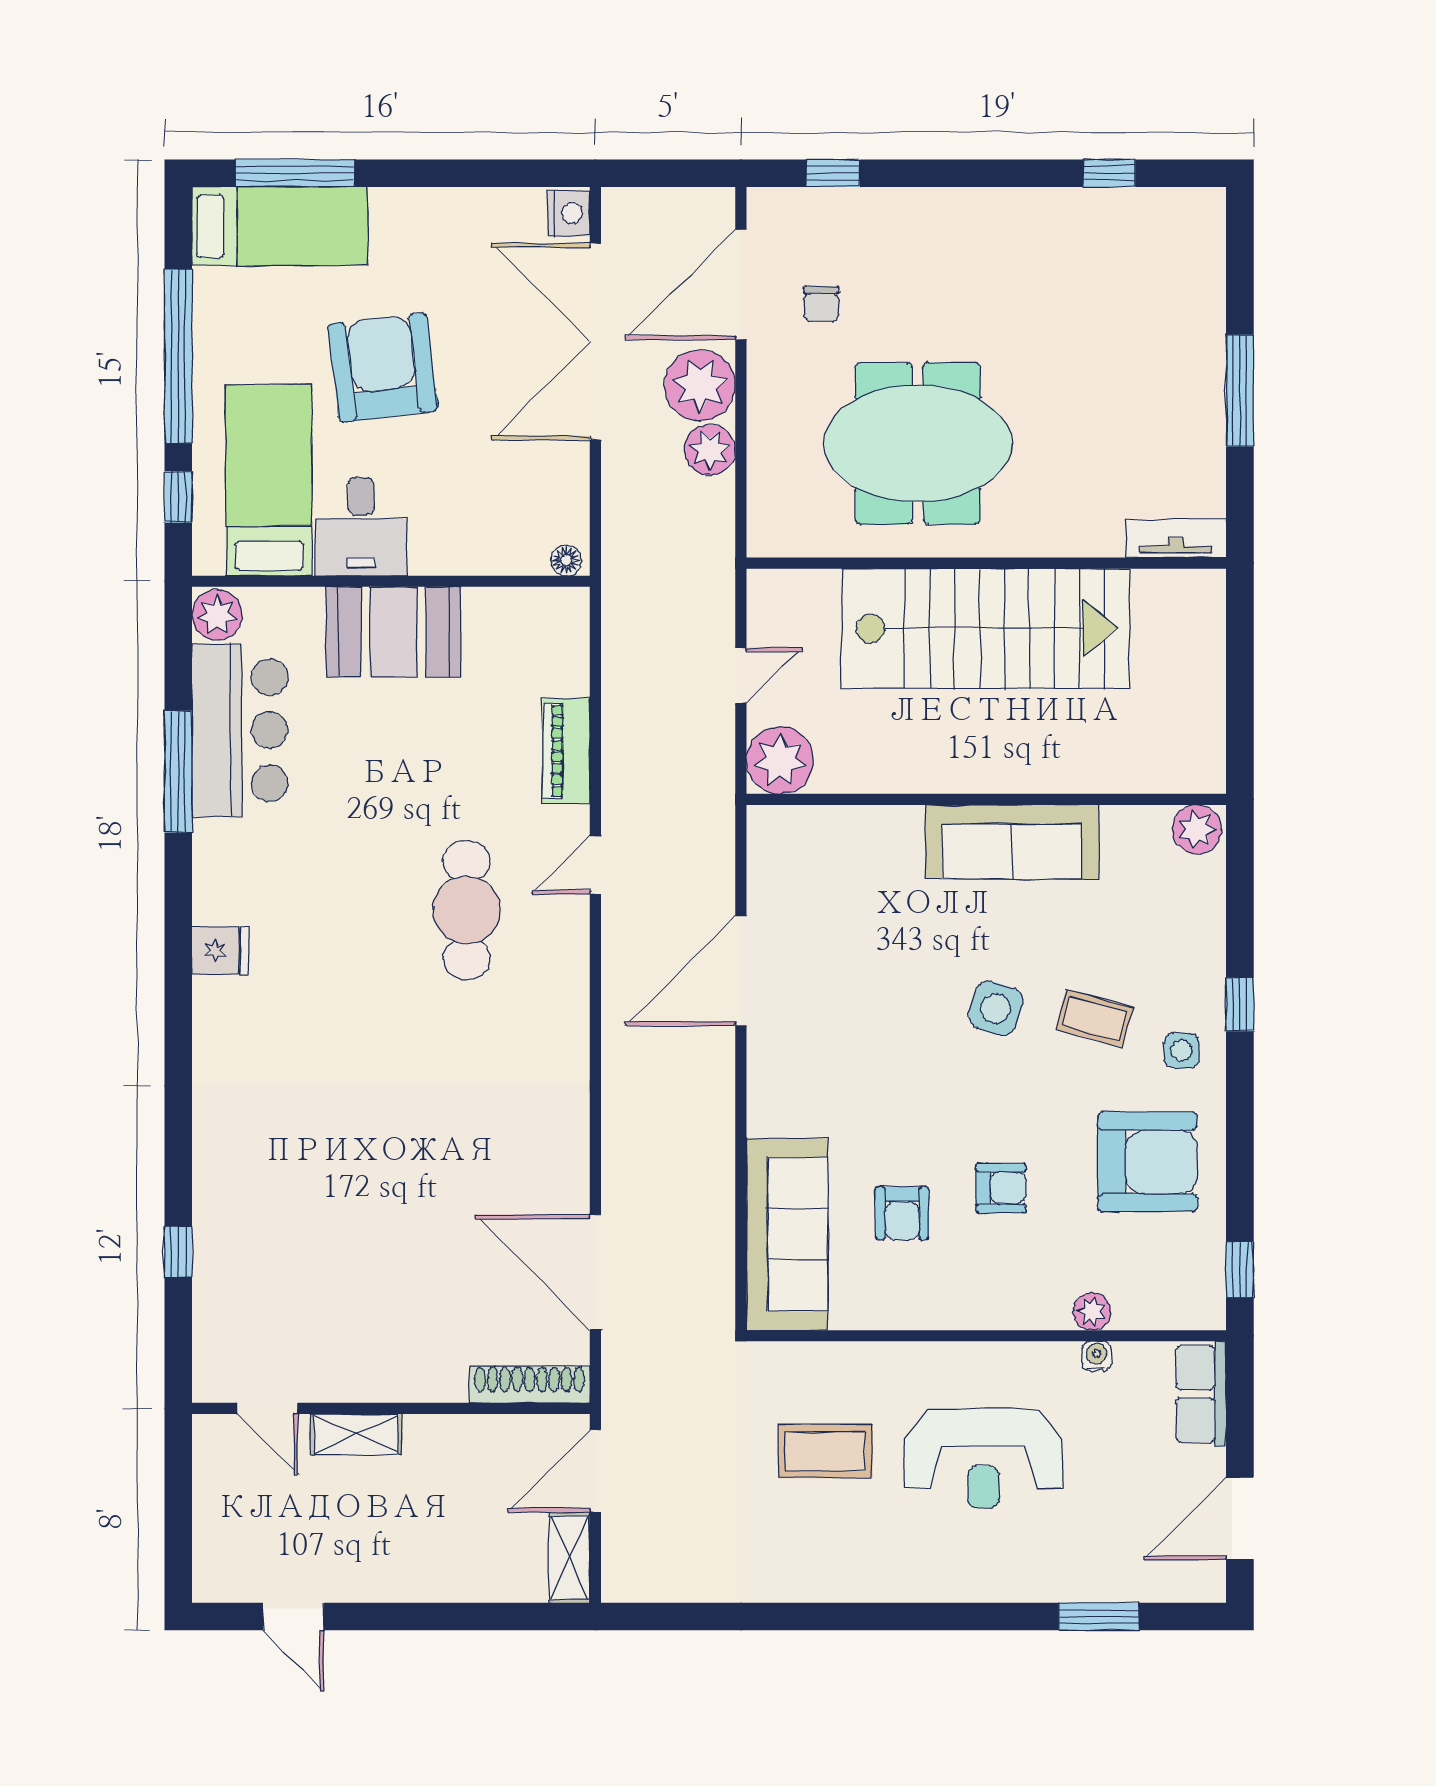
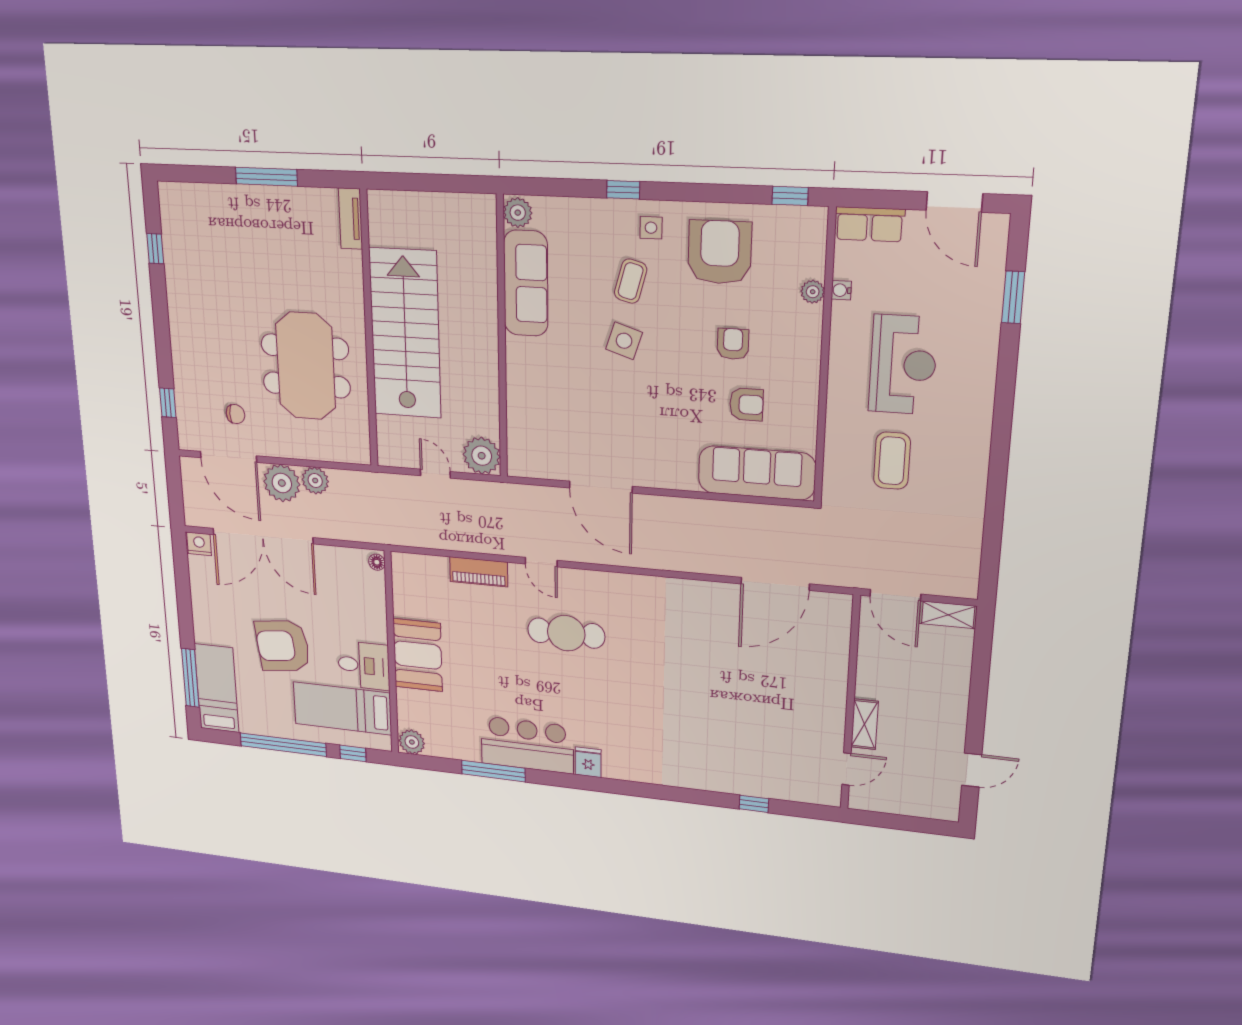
bar counter: (240, 730) -> (527, 745), moved
sofa: (1012, 842) -> (526, 283), moved
shoe rack: (530, 1384) -> (840, 627), removed

